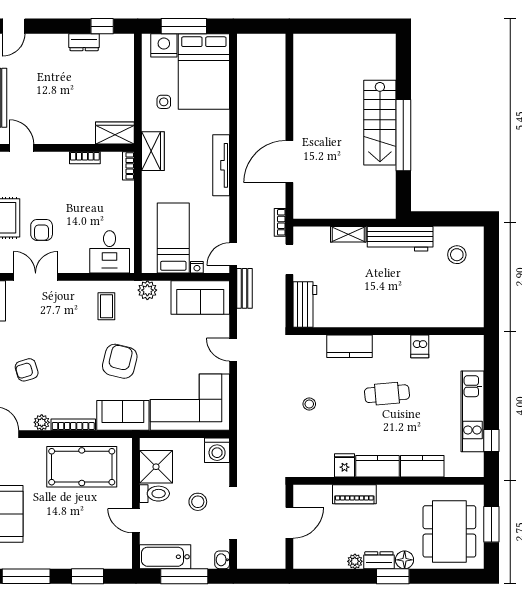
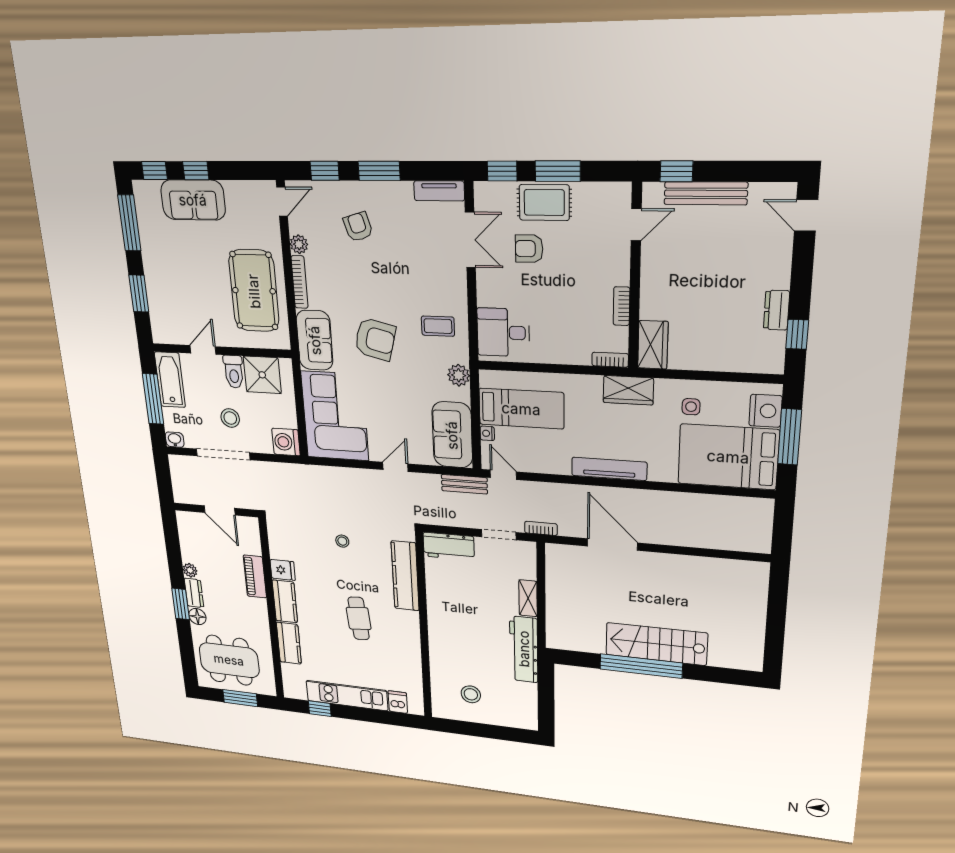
stool: (457, 255) -> (471, 694), moved
kitchen counter: (349, 346) -> (405, 576), width x1.50
dishwasher: (420, 346) -> (398, 702), moved, turned 90

